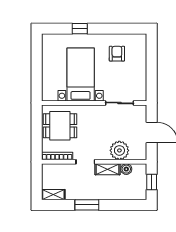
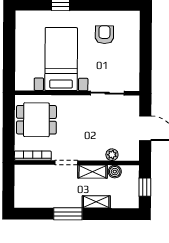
plant: (119, 150) -> (112, 155), width x0.53, depth x0.53
shelving: (53, 195) -> (96, 202), moved

